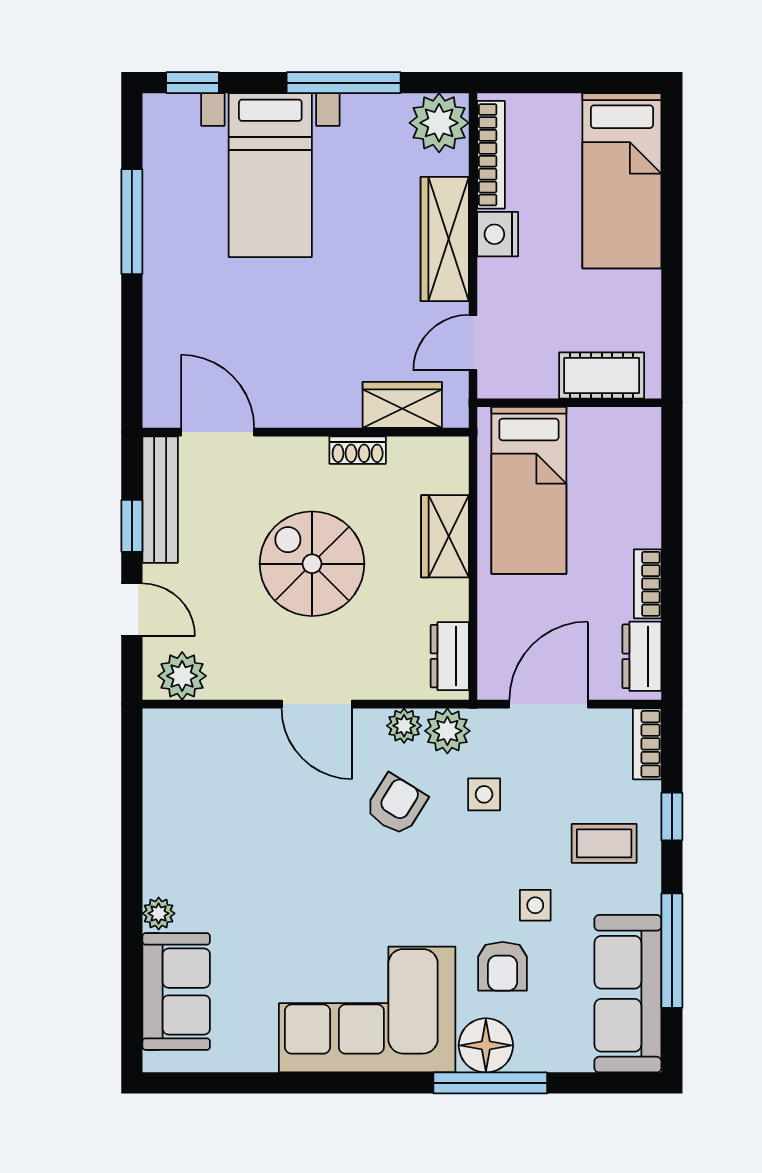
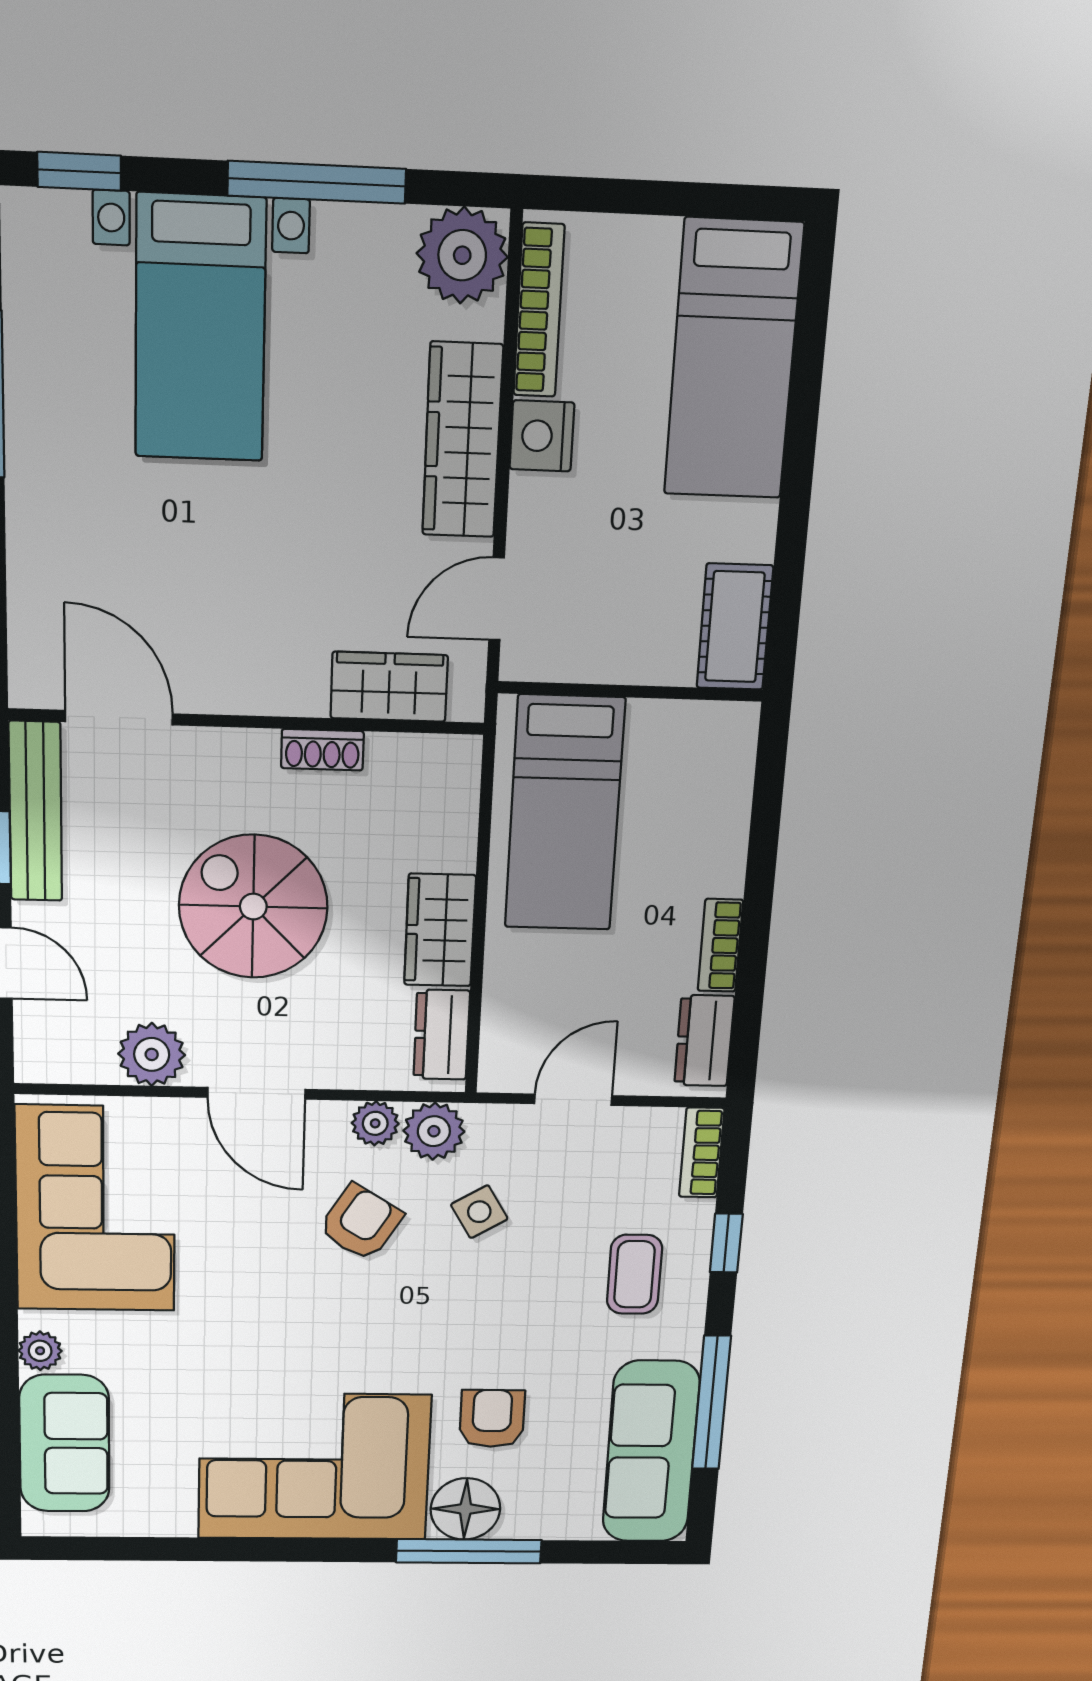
cot: (602, 375) -> (735, 627), moved, turned 90
wardrobe: (445, 536) -> (440, 930), moved
plant: (182, 676) -> (152, 1054), moved
door: (549, 704) -> (573, 1100), width x0.73
side table: (484, 794) -> (479, 1212), turned -31
corner sofa: (200, 797) -> (95, 1209), added
coffee table: (604, 843) -> (634, 1274), turned 90
side table: (535, 905) -> (539, 1347), removed
armchair: (503, 966) -> (492, 1419), turned 180

